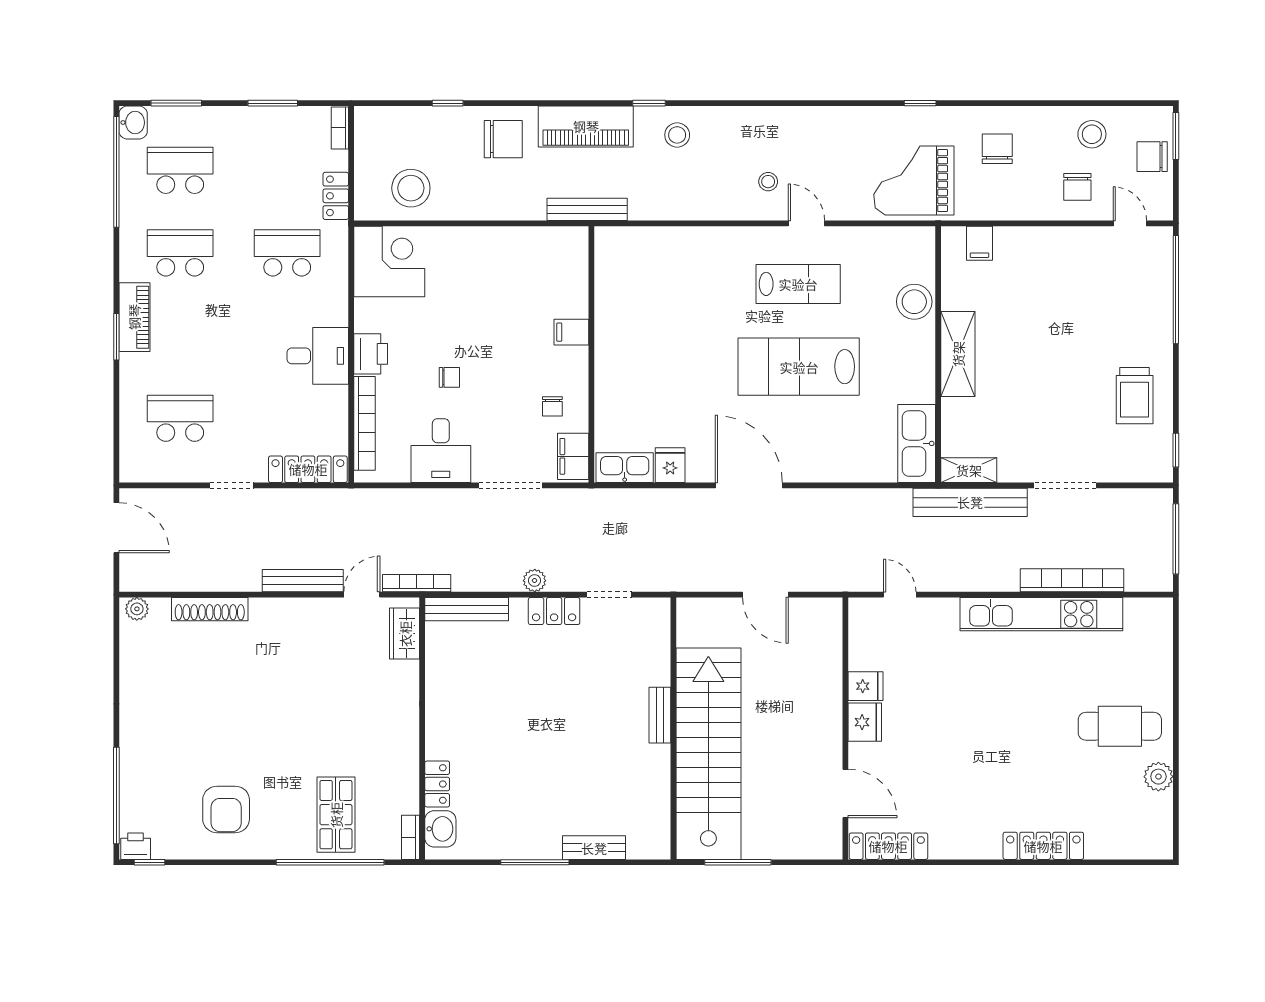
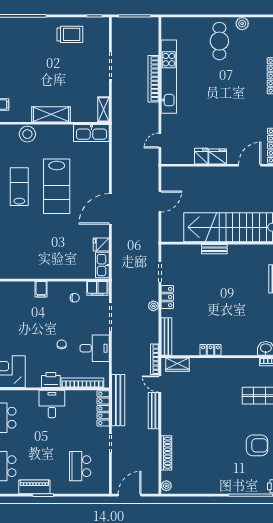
bench: (970, 502) -> (118, 400), moved
bookcase: (1072, 580) -> (153, 79), moved
locker: (437, 784) -> (211, 350), moved

